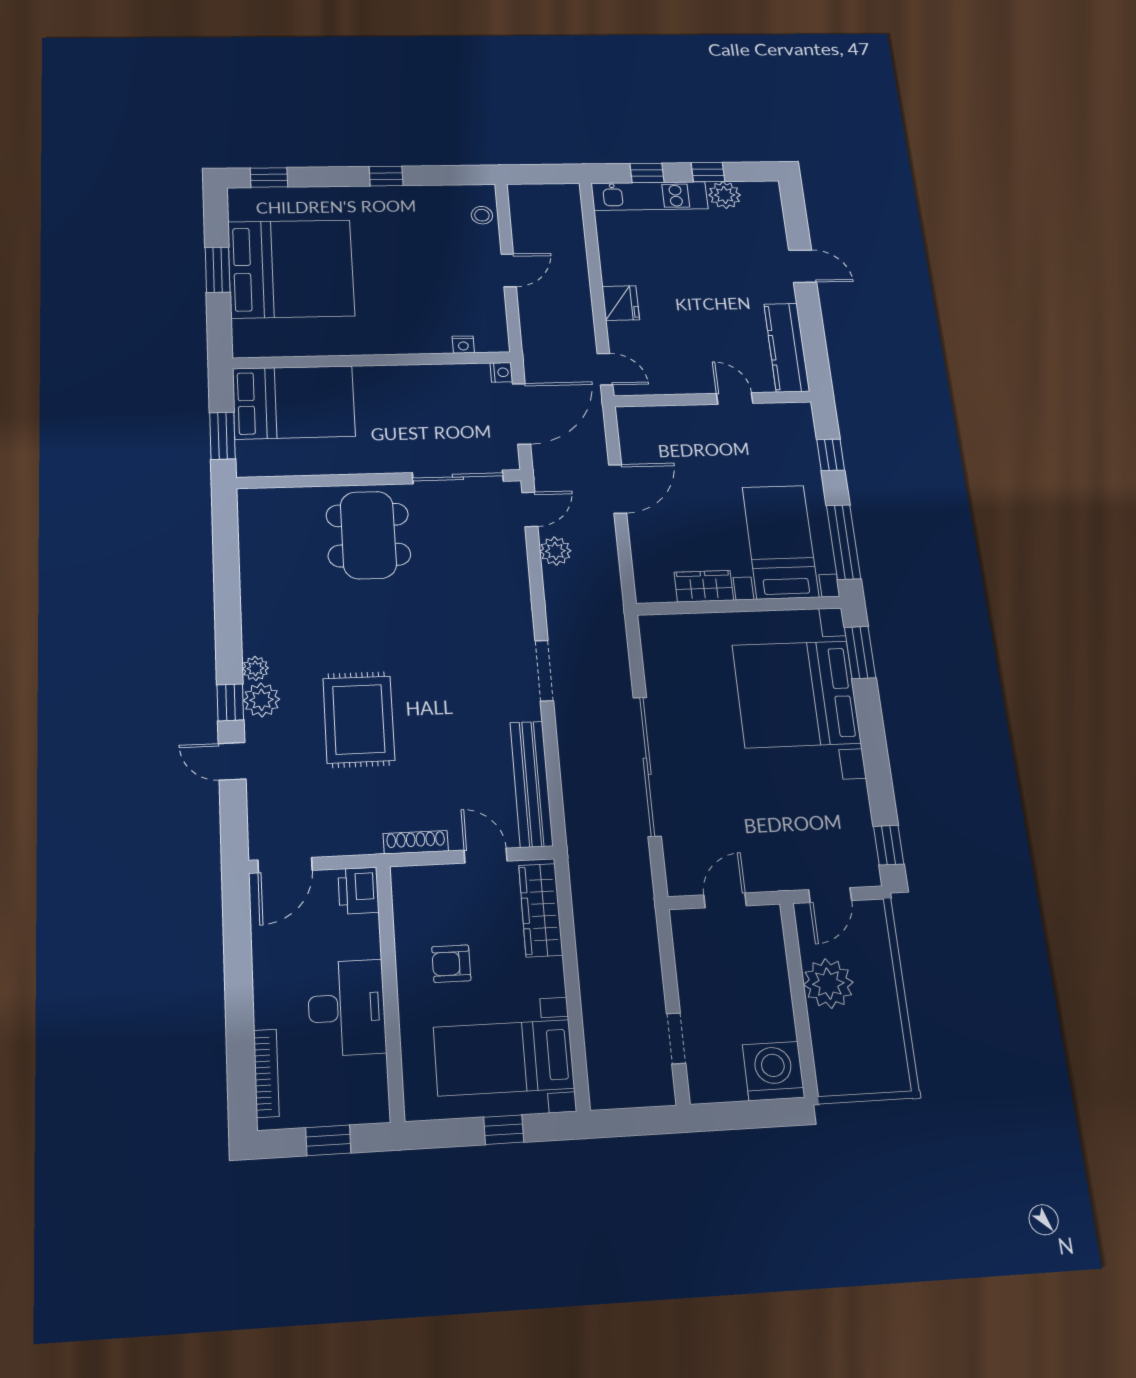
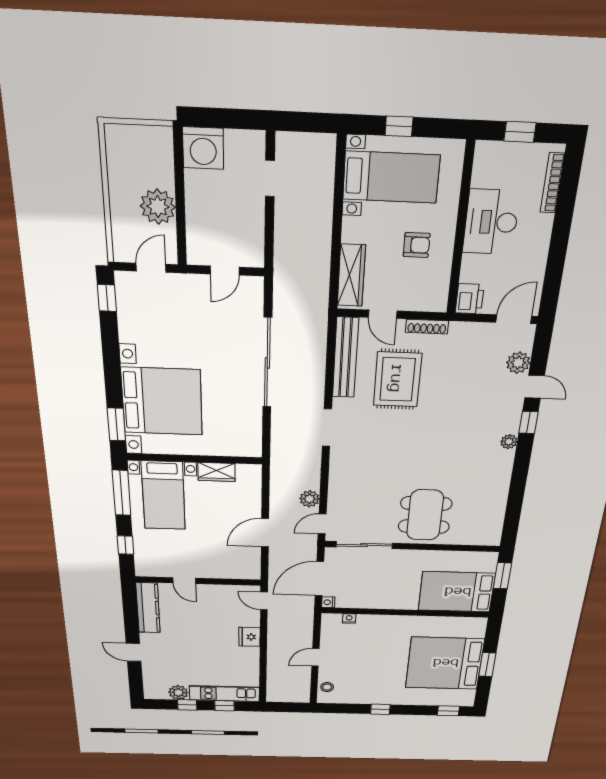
plant: (262, 700) -> (518, 363), moved
rug: (359, 719) -> (397, 379), moved

